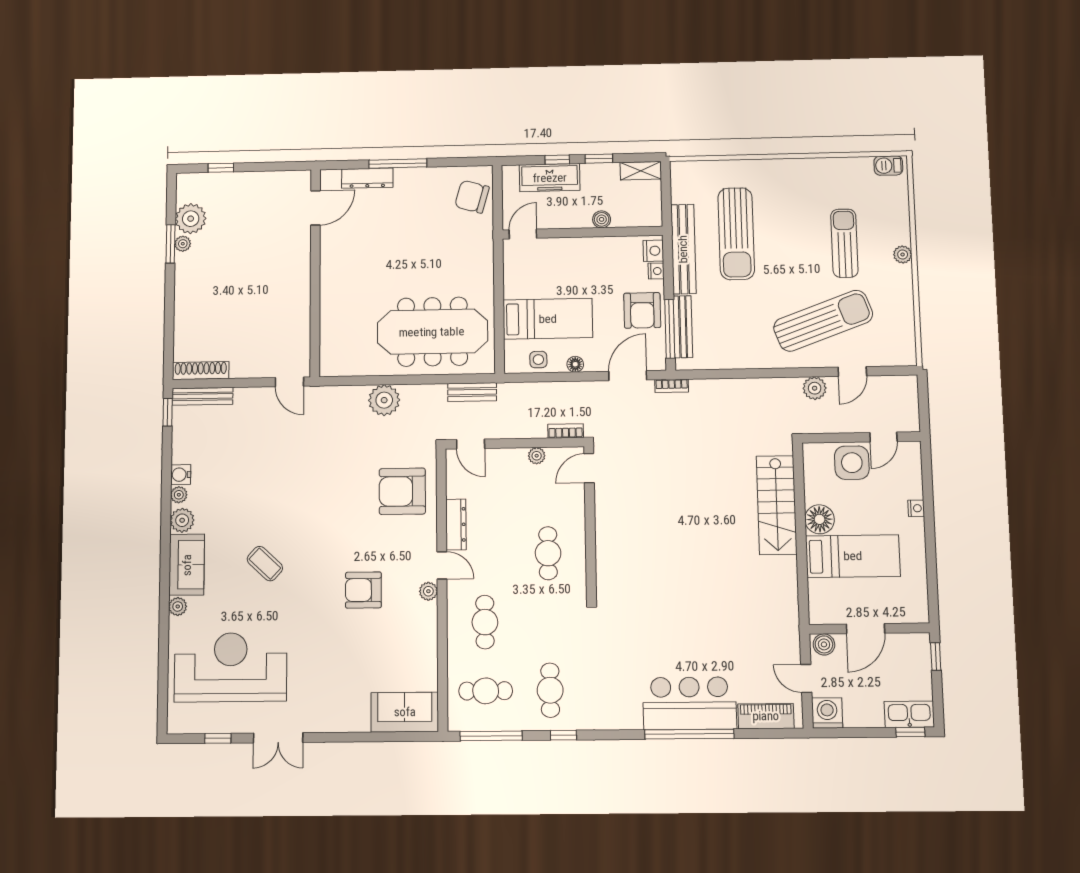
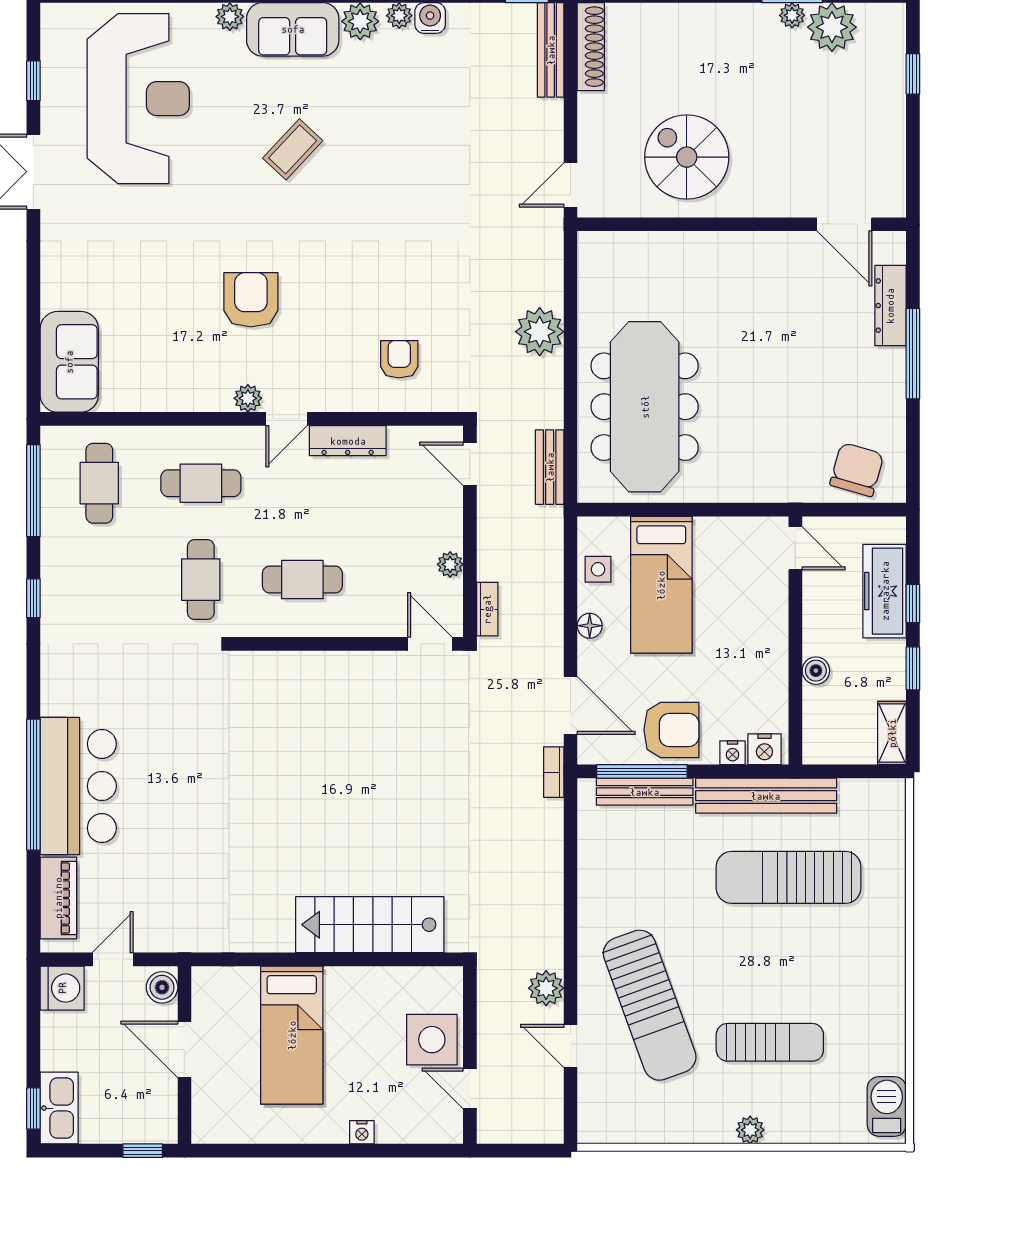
barbecue: (888, 166) -> (887, 1106), width x1.38, depth x1.27
spiral stairs: (272, 308) -> (687, 157), added
armchair: (642, 310) -> (671, 730), turned 180
door: (471, 444) -> (470, 464), hinge flipped
armchair: (402, 491) -> (399, 359), width x0.53, depth x0.53
floor lamp: (820, 519) -> (347, 988), removed
cafe table: (550, 690) -> (201, 580), moved, turned 90

